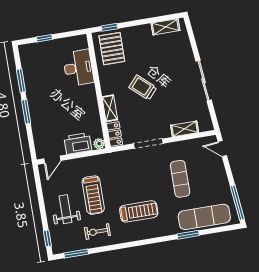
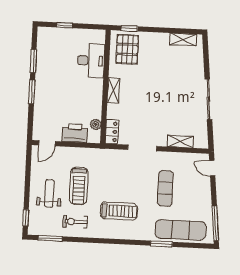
trolley: (143, 87) -> (149, 93), removed
shelving: (110, 108) -> (113, 90), moved
plant: (99, 144) -> (96, 124), moved

